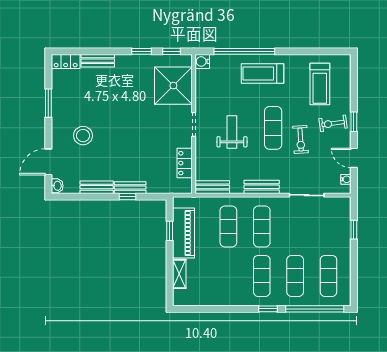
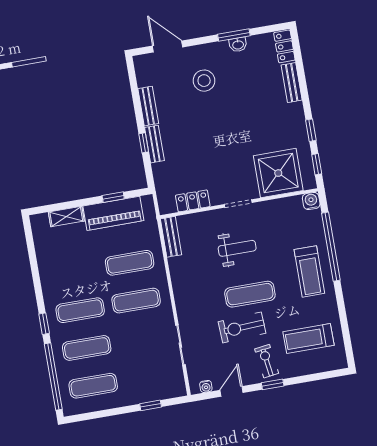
treadmill: (262, 73) -> (309, 271), turned 180
exercise bike: (301, 140) -> (242, 327), width x1.38, depth x1.39
washbasin: (57, 186) -> (238, 45), moved
bench: (262, 187) -> (181, 293), removed

